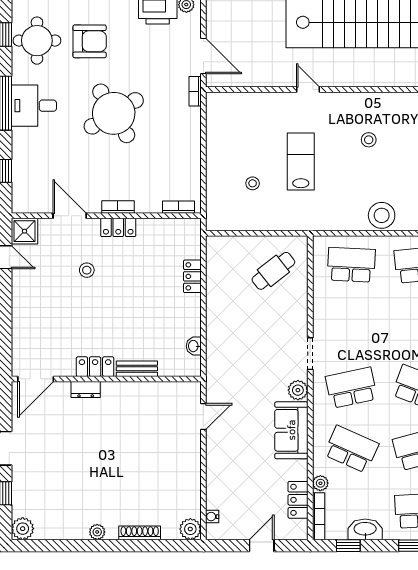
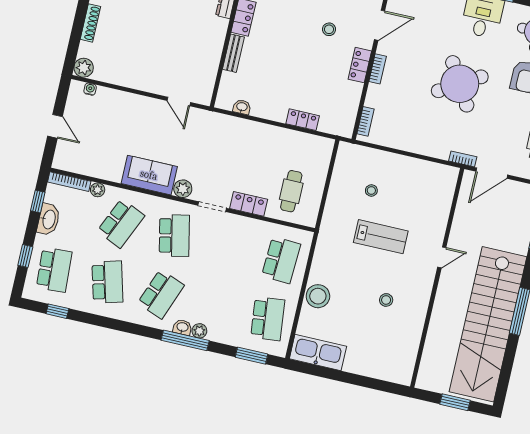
cafe table: (273, 271) -> (291, 191), turned 38
locker: (298, 500) -> (249, 204), moved

